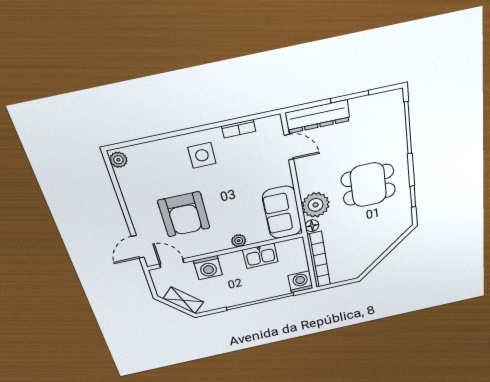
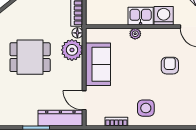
sofa: (282, 213) -> (98, 64), moved
armchair: (184, 214) -> (170, 66), width x0.53, depth x0.53
kitchen sink: (260, 256) -> (141, 16), moved

